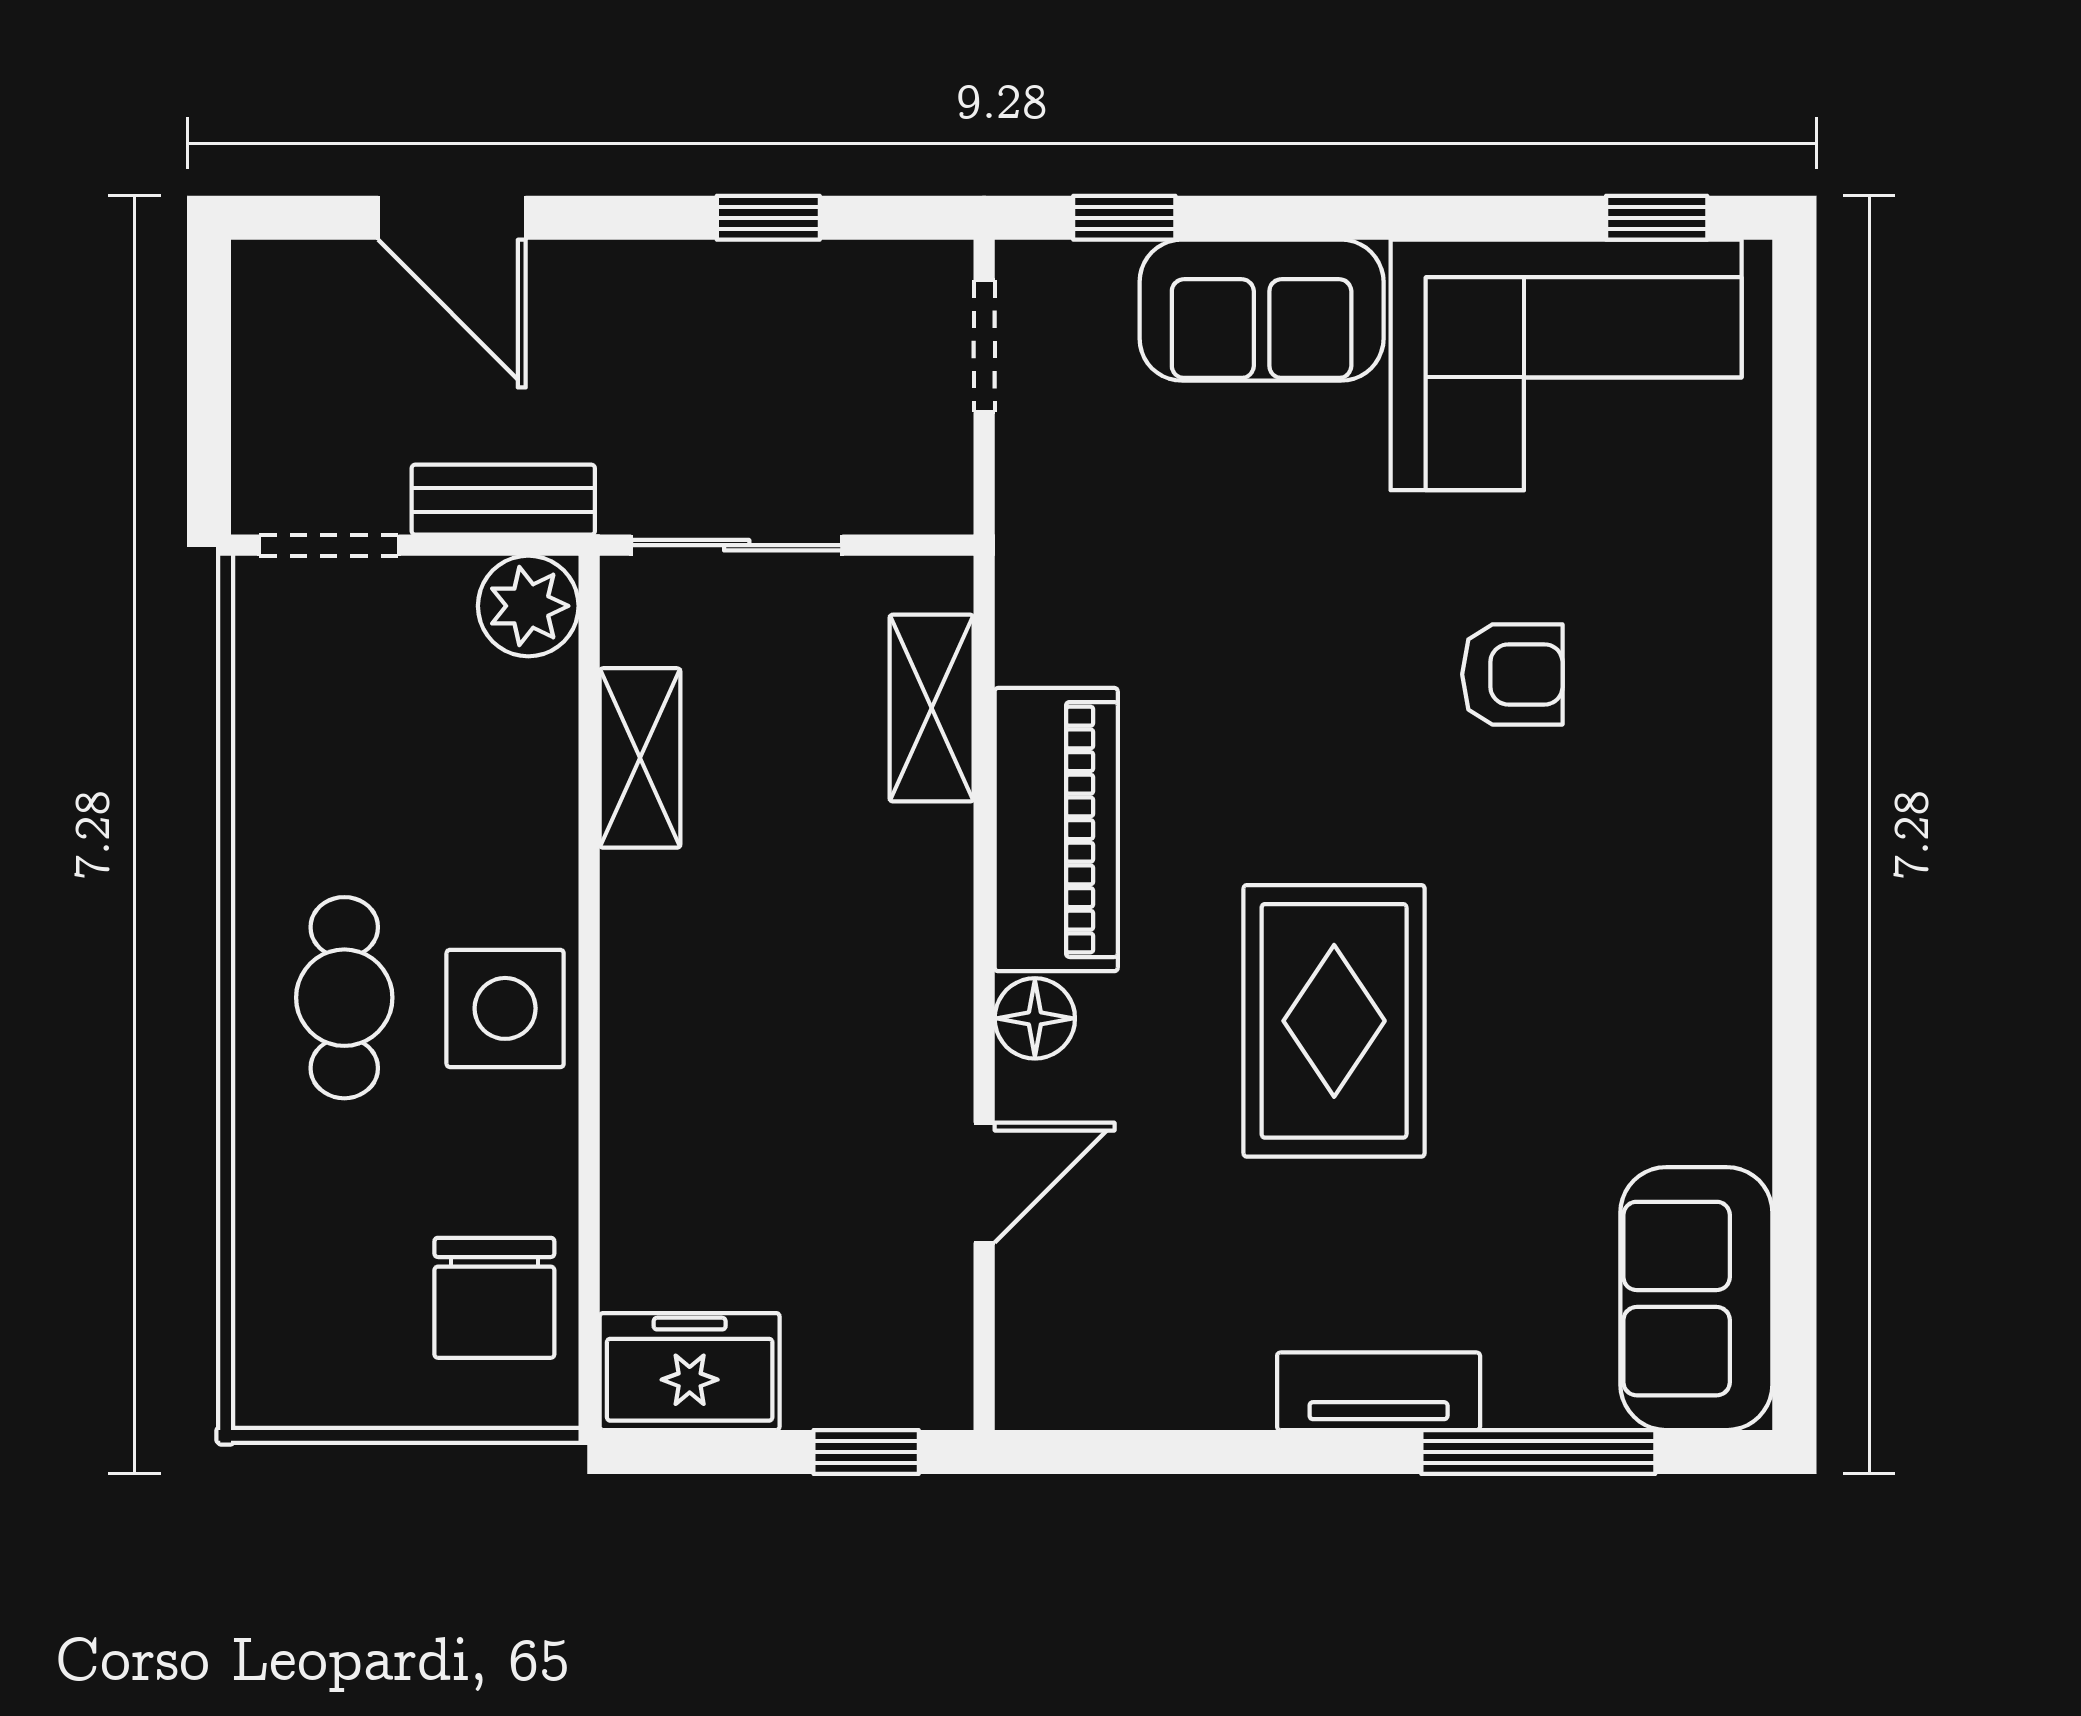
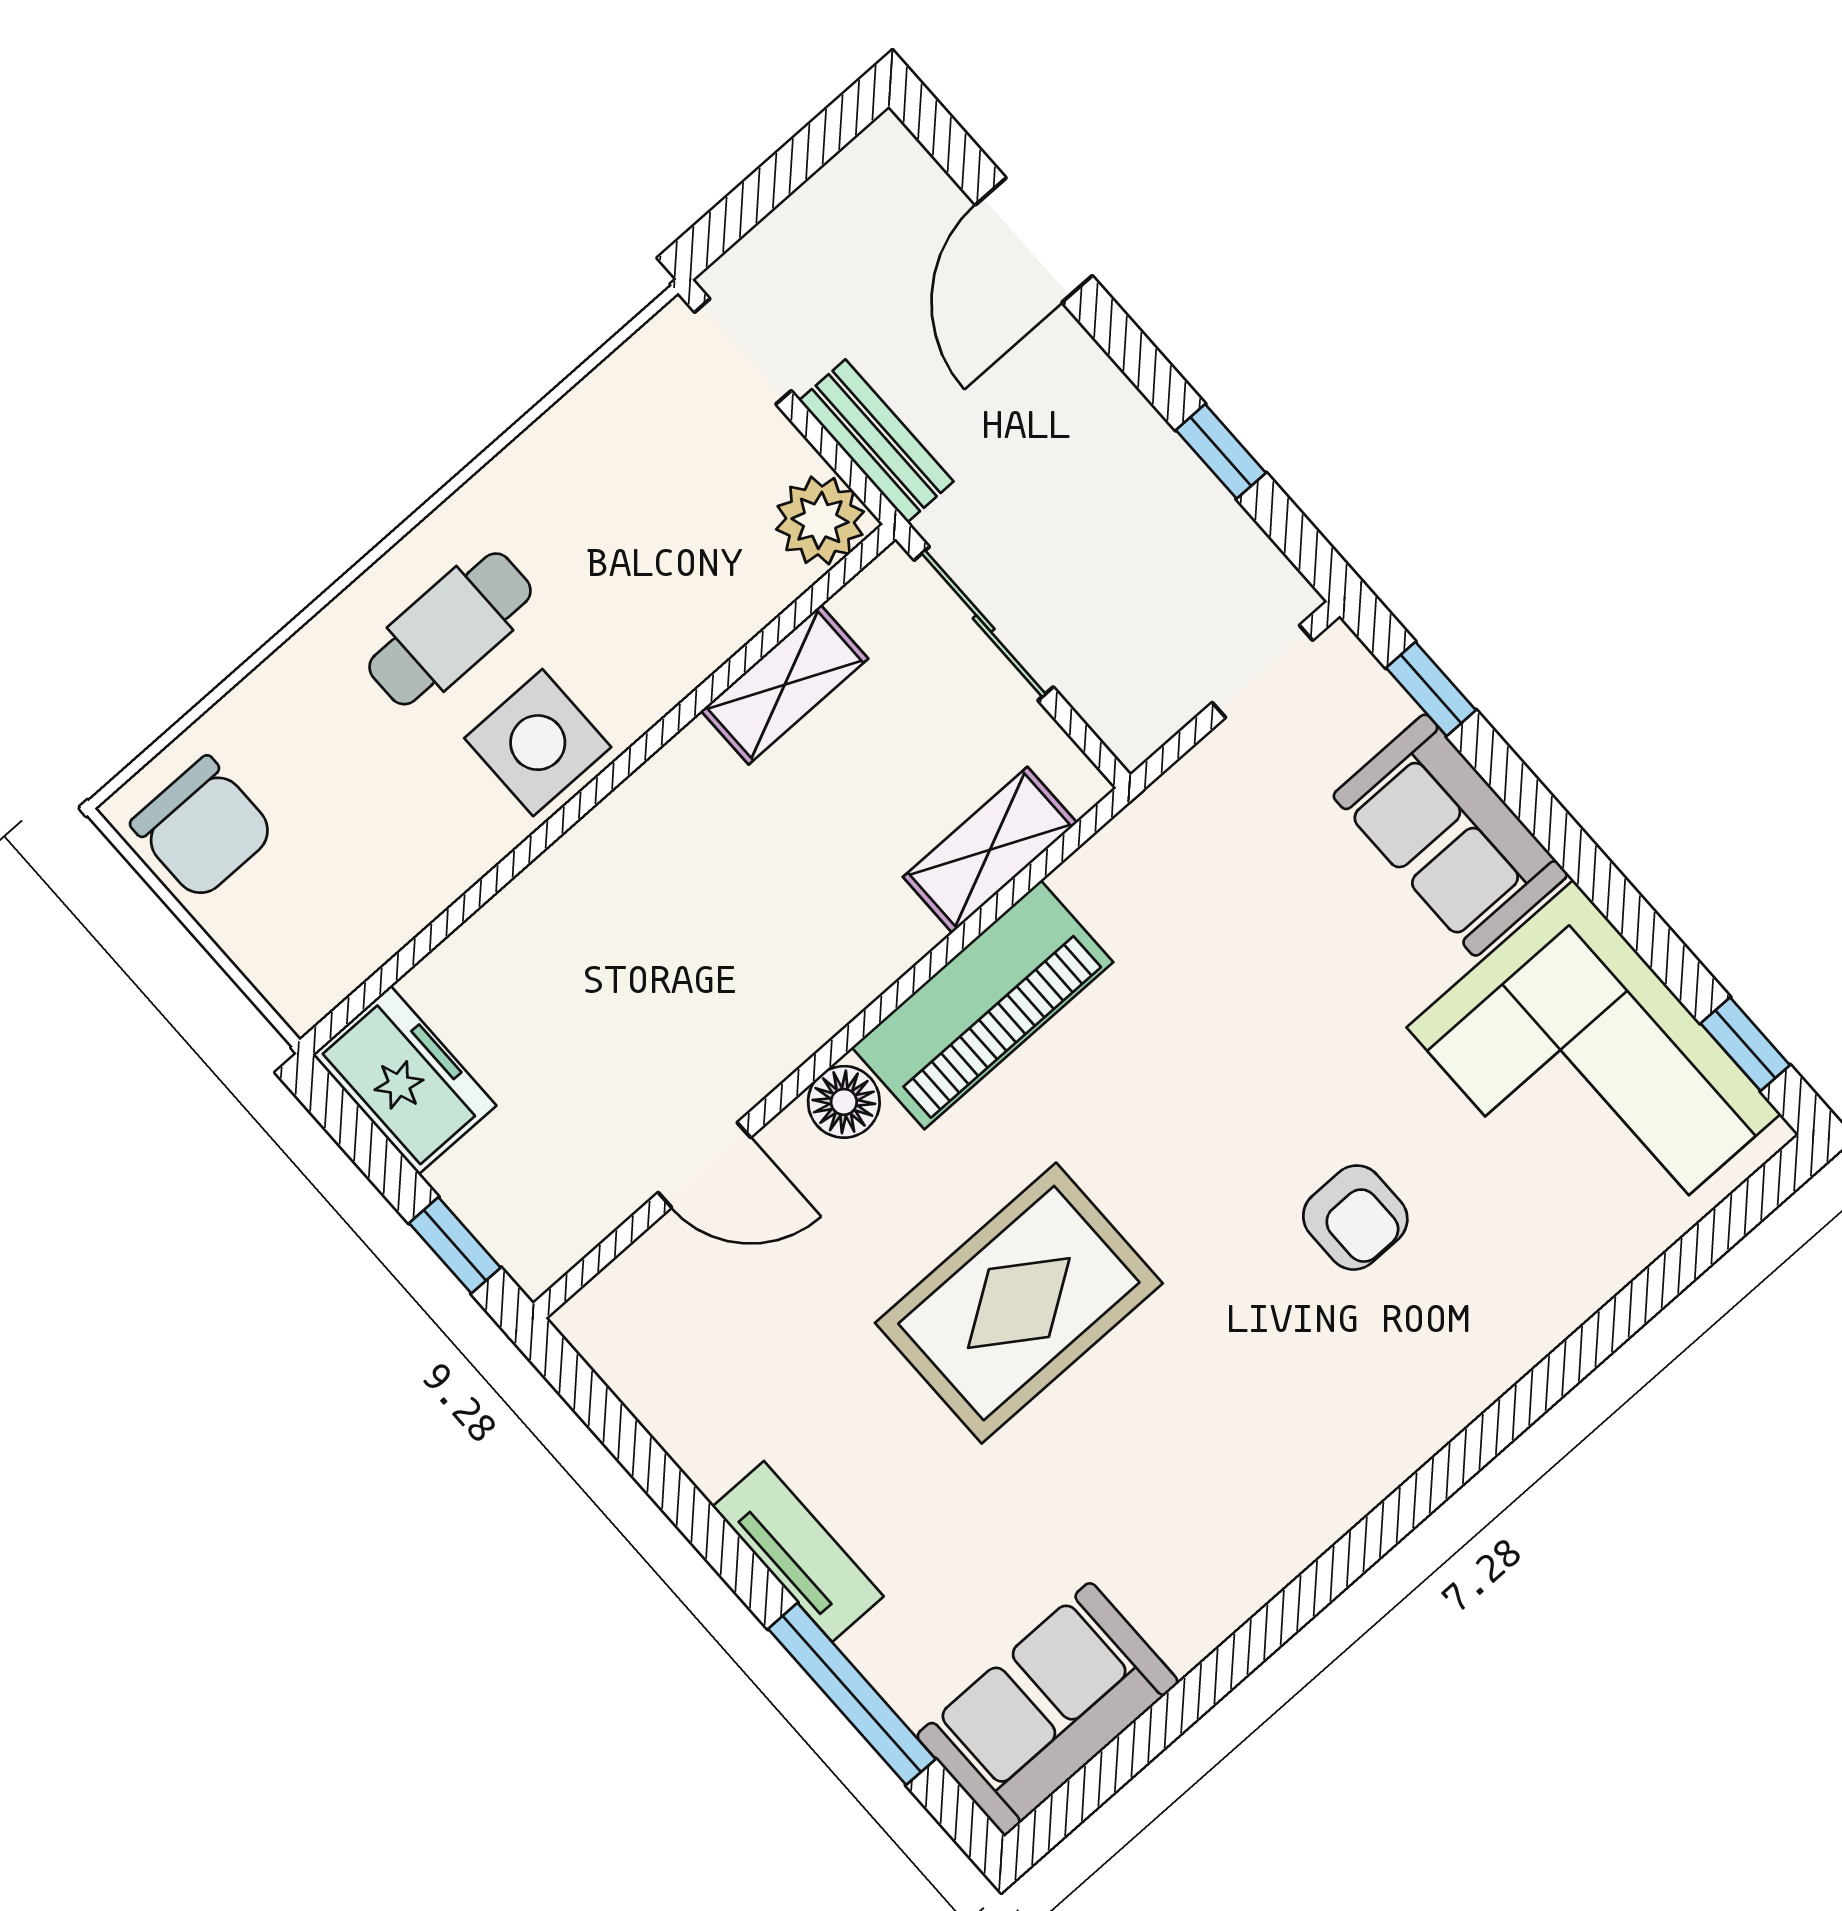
chair: (494, 1298) -> (203, 828), moved, turned -90

